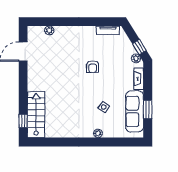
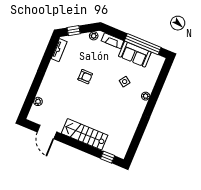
window: (139, 47) -> (74, 31), moved
window: (148, 110) -> (143, 44), width x2.11
sofa: (135, 111) -> (135, 54), width x0.73
stairs: (36, 115) -> (85, 134), moved

